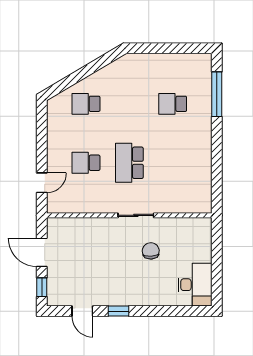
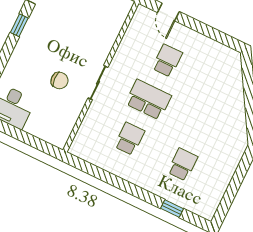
window: (217, 94) -> (172, 209), width x0.46
school desk: (86, 104) -> (129, 139), moved

